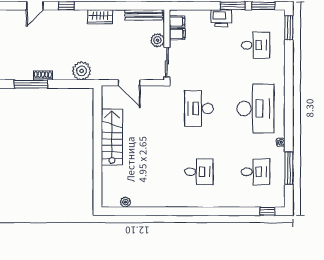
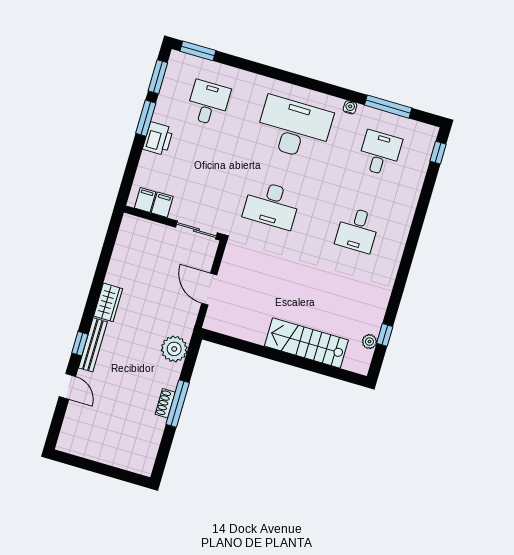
bench: (143, 15) -> (93, 345), moved
plant: (158, 40) -> (163, 234), removed
door: (129, 83) -> (209, 289), swing flipped
window: (31, 84) -> (178, 404), moved
stairs: (112, 137) -> (306, 343), moved
desk: (199, 172) -> (357, 230), turned 180
window: (133, 211) -> (385, 335), added

